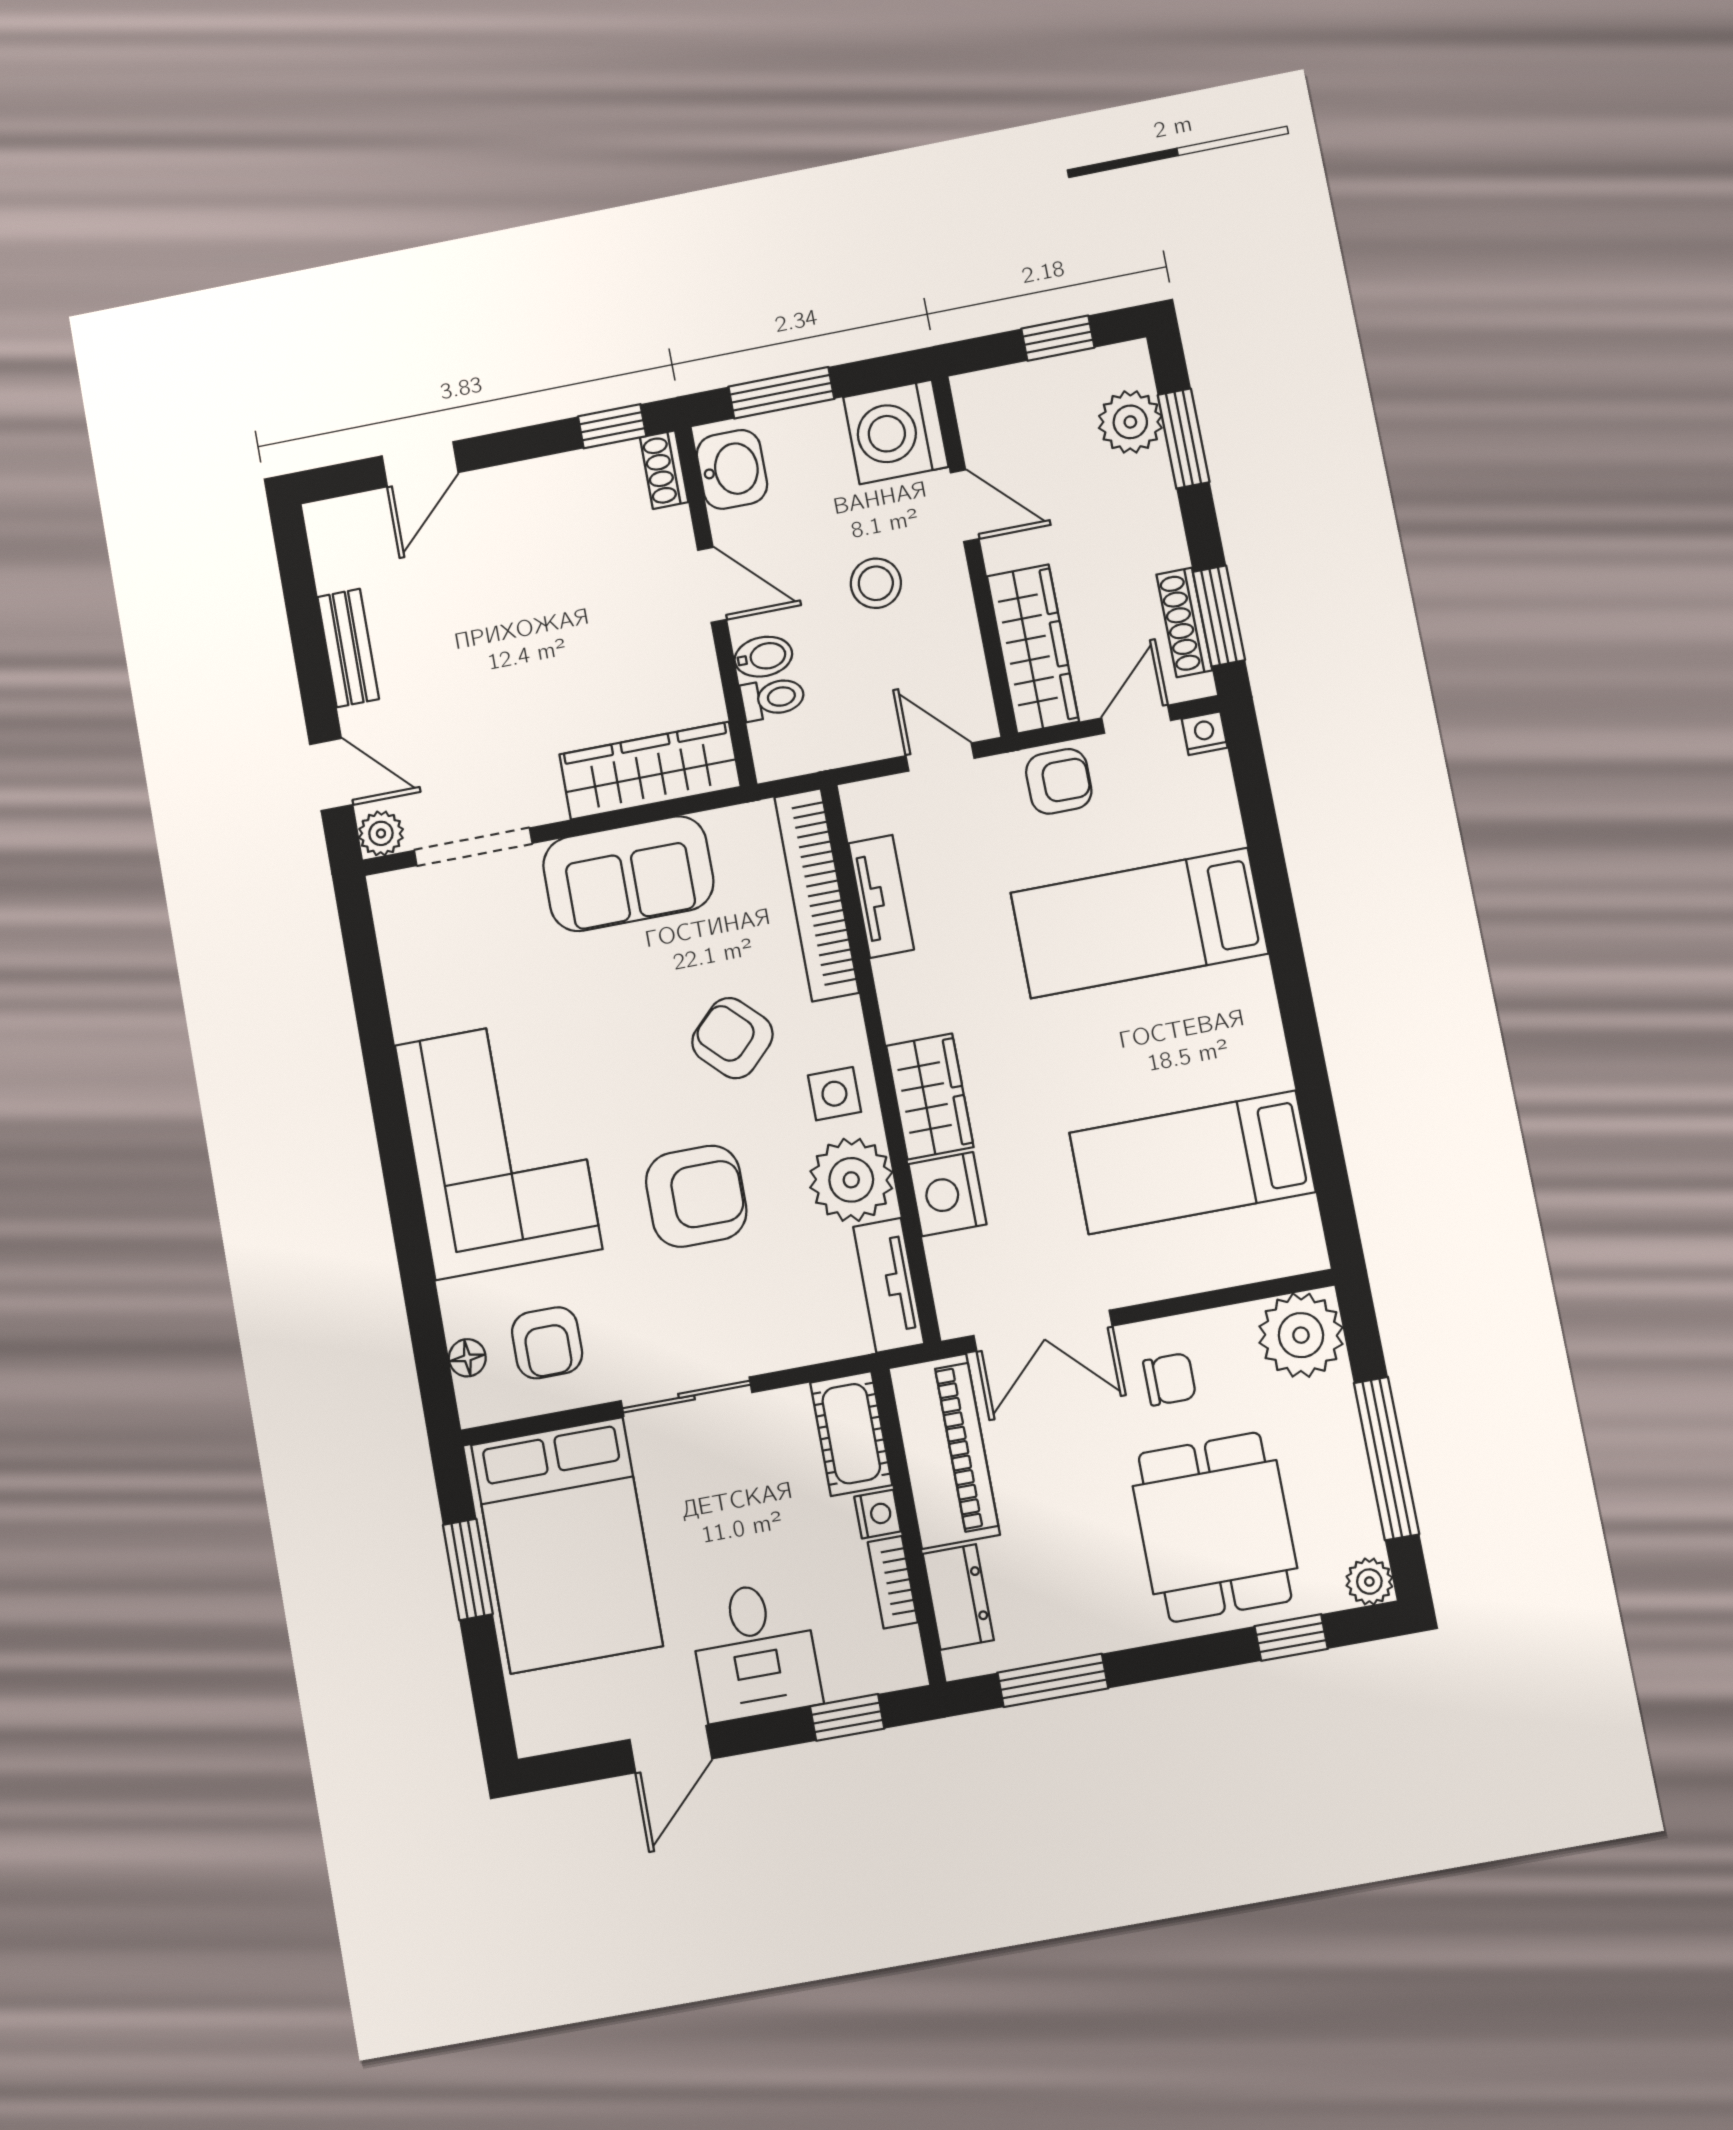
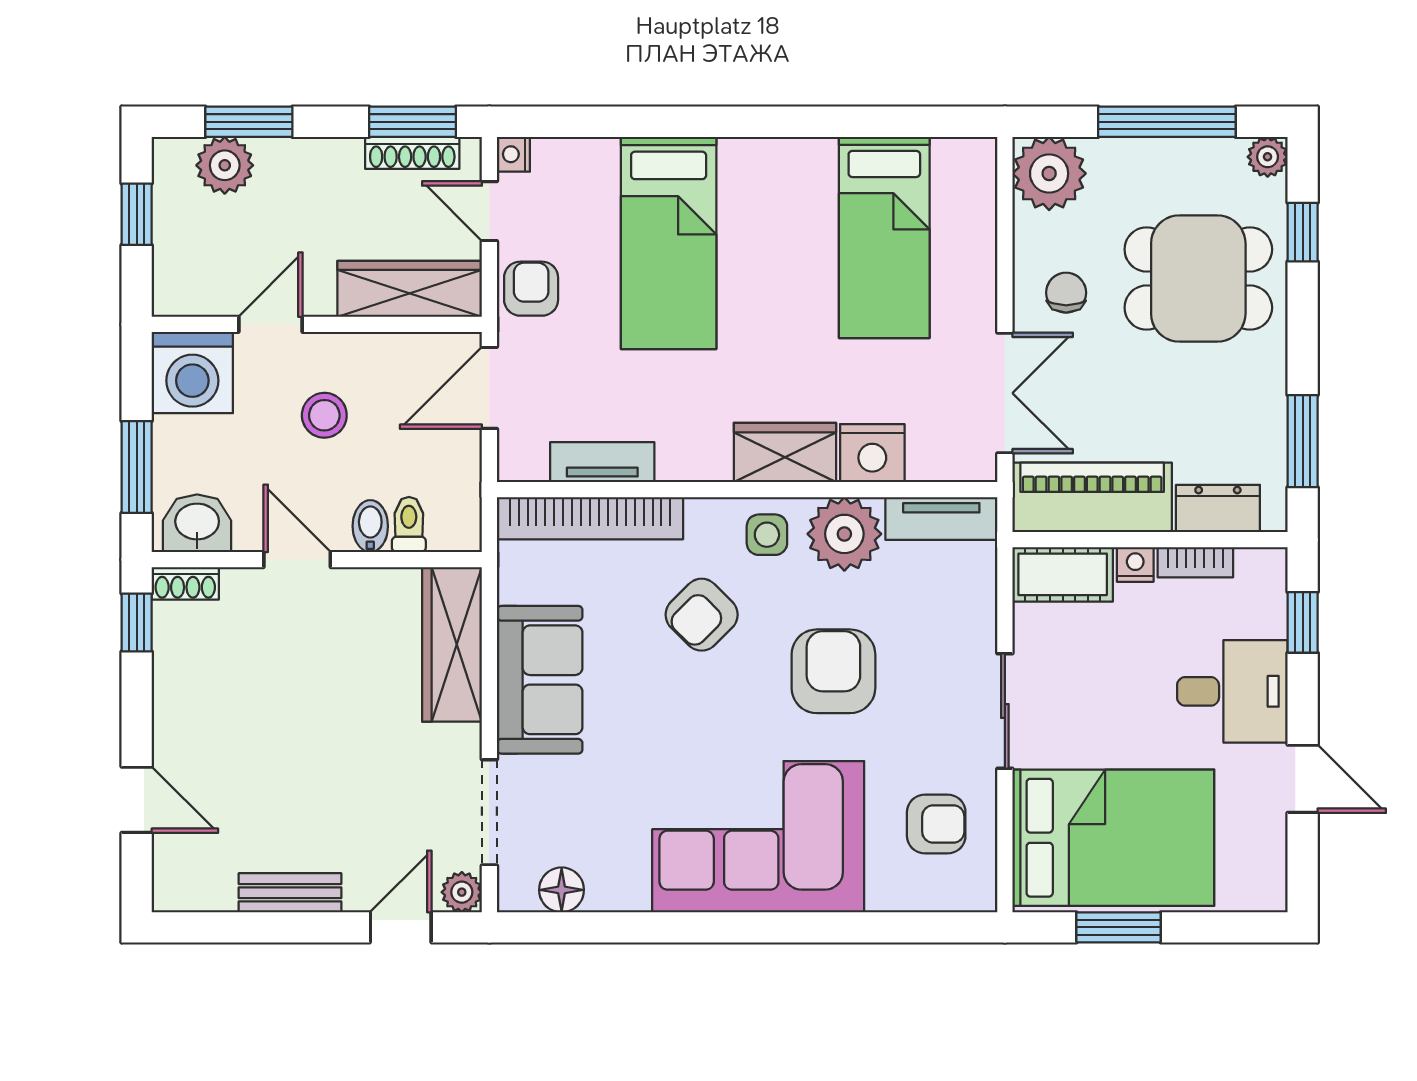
door: (712, 585) -> (297, 560), hinge flipped
door: (940, 757) -> (489, 388), width x1.37
floor lamp: (467, 1358) -> (562, 890), moved, width x1.37, depth x1.37

